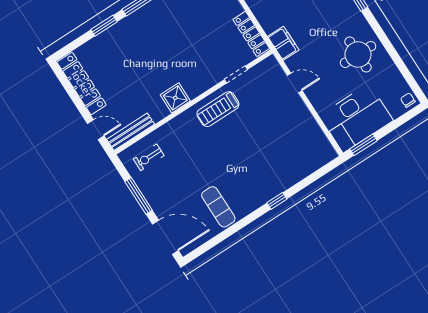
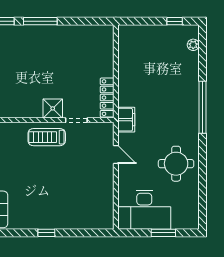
shower: (175, 98) -> (53, 108), moved
chair: (408, 100) -> (191, 221), removed
window: (363, 145) -> (163, 233), moved

